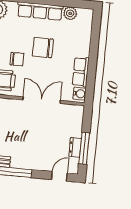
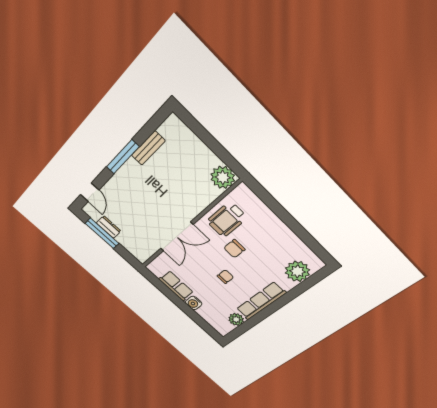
chair: (43, 48) -> (225, 277), width x0.54, depth x0.54
water cooler: (80, 94) -> (194, 303), moved

